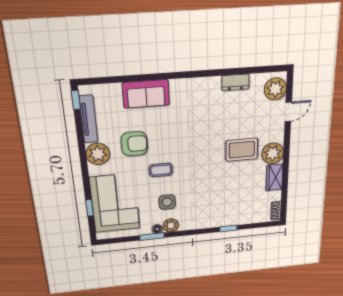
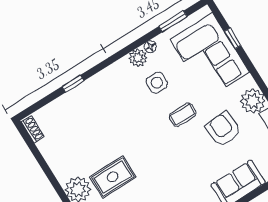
armchair: (134, 144) -> (223, 129), turned 85
wardrobe: (274, 177) -> (59, 165), removed
window: (152, 237) -> (173, 21), moved

